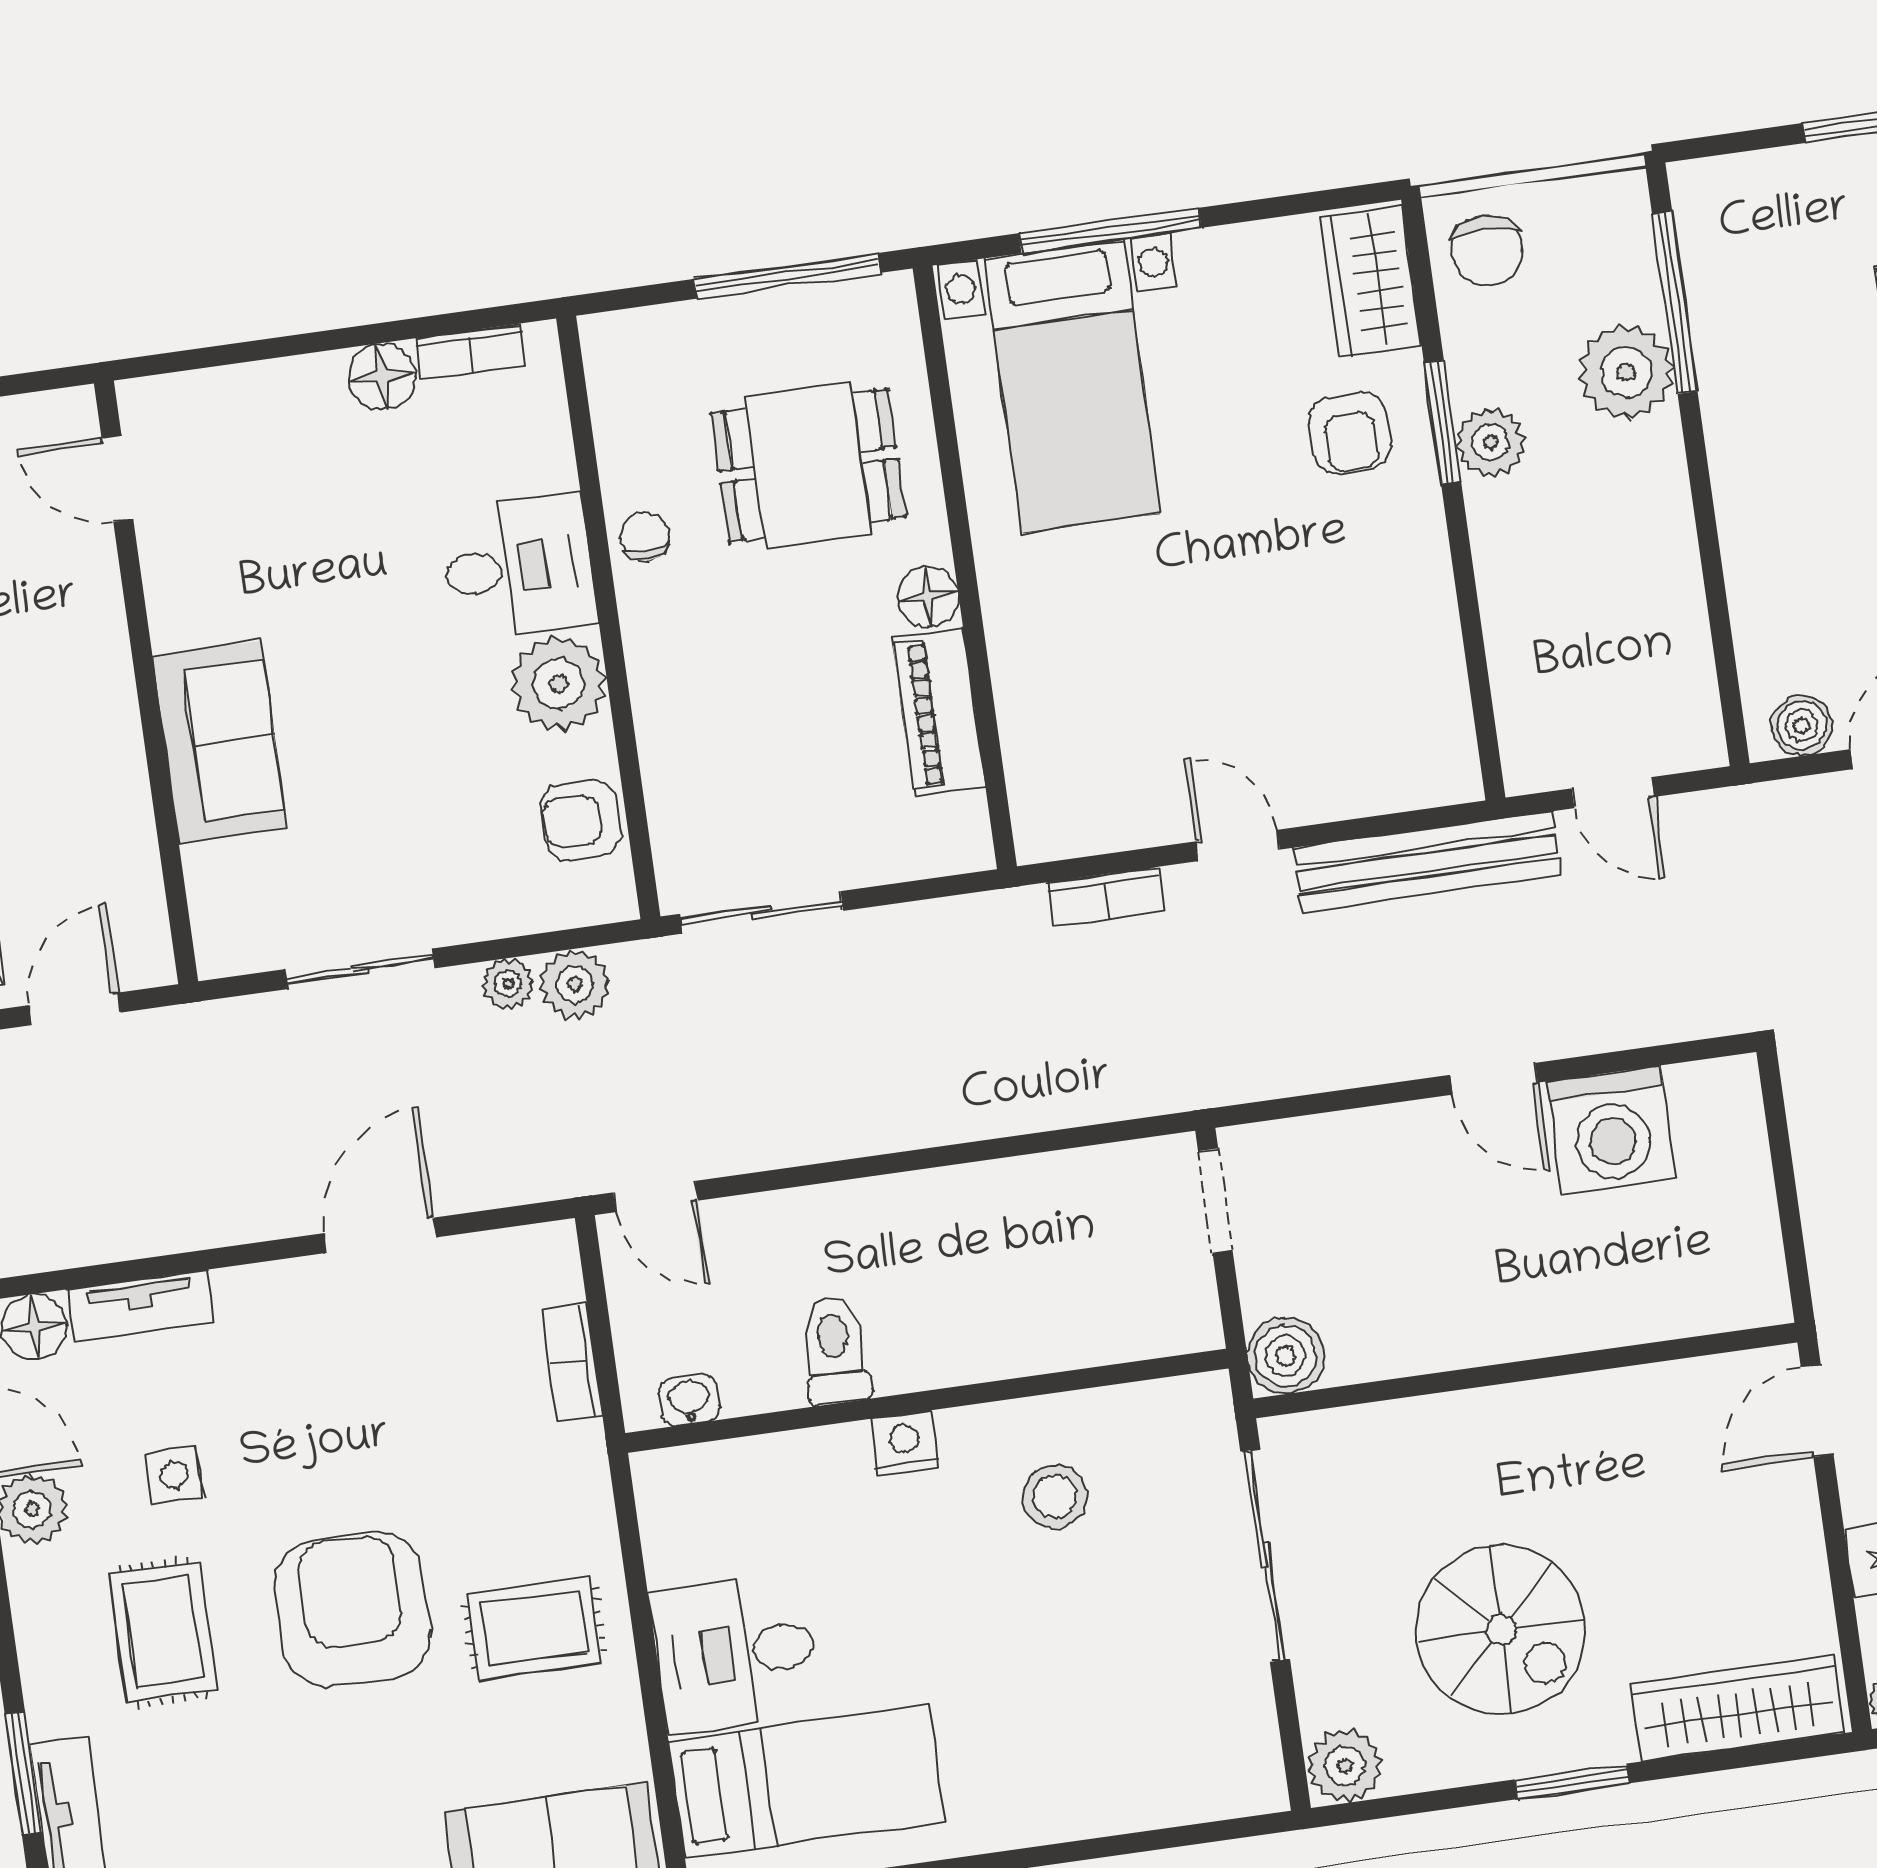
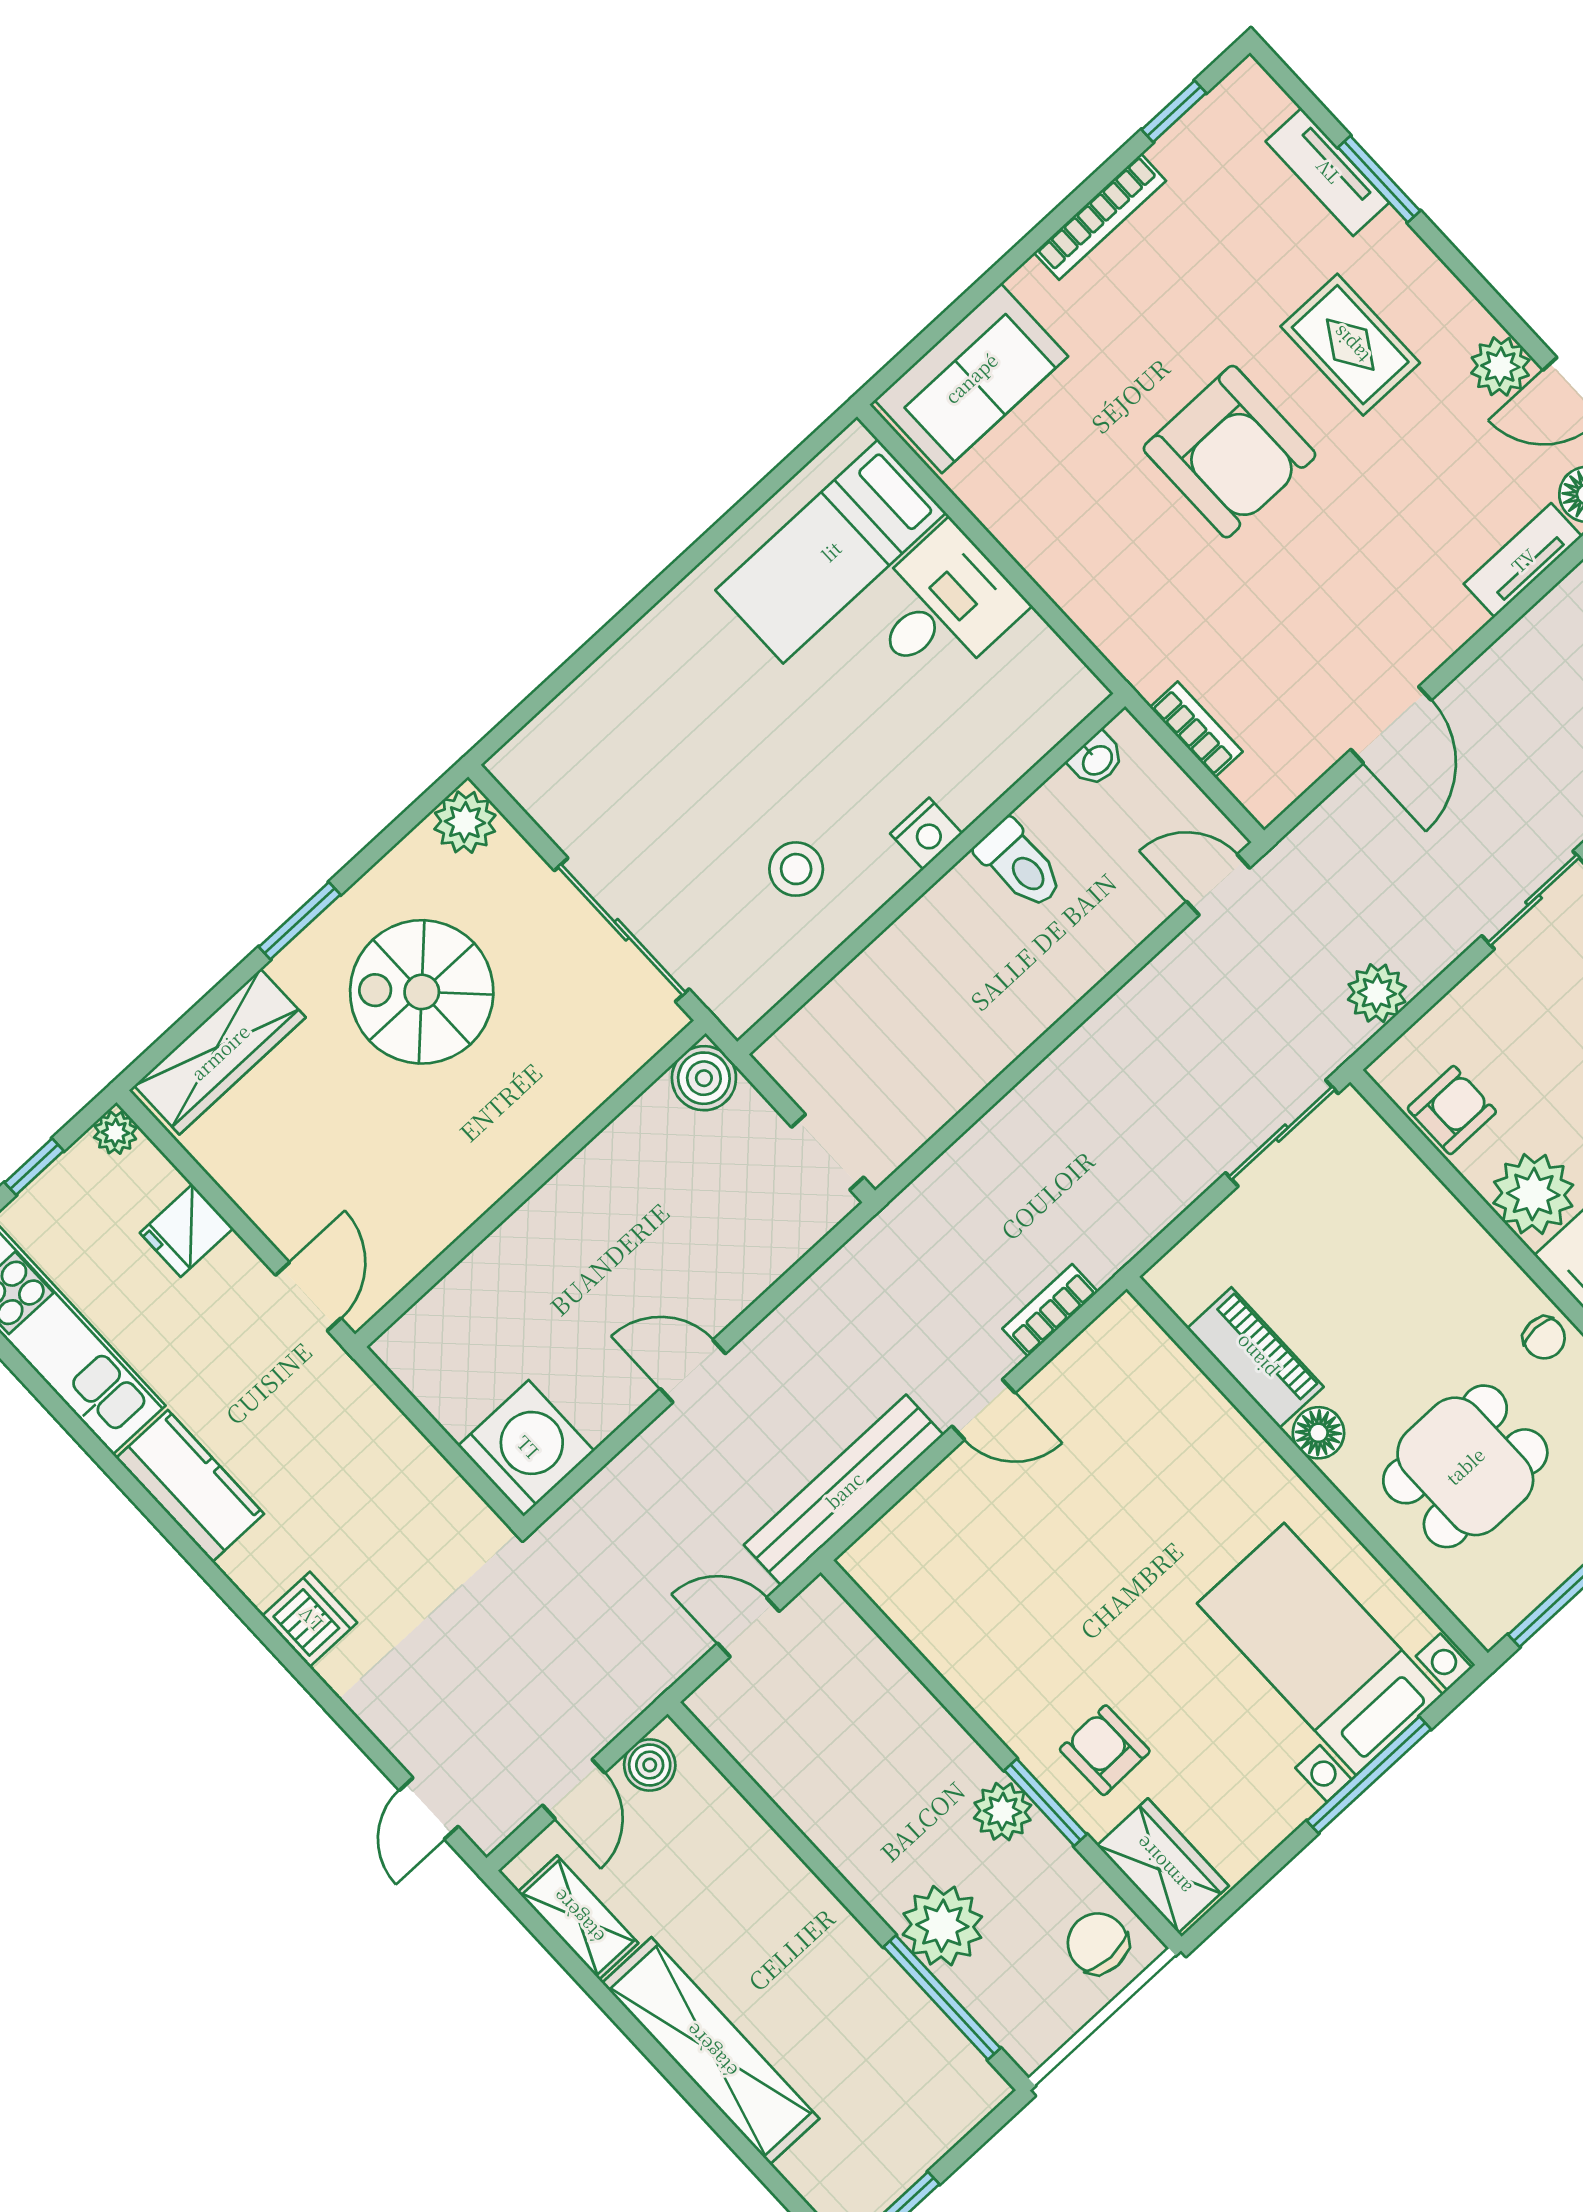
plant: (508, 984) -> (1423, 961), removed
washing machine: (1611, 1130) -> (526, 1448), moved, turned 90
side table: (174, 1475) -> (1418, 459), removed
rug: (534, 1628) -> (1094, 526), removed

